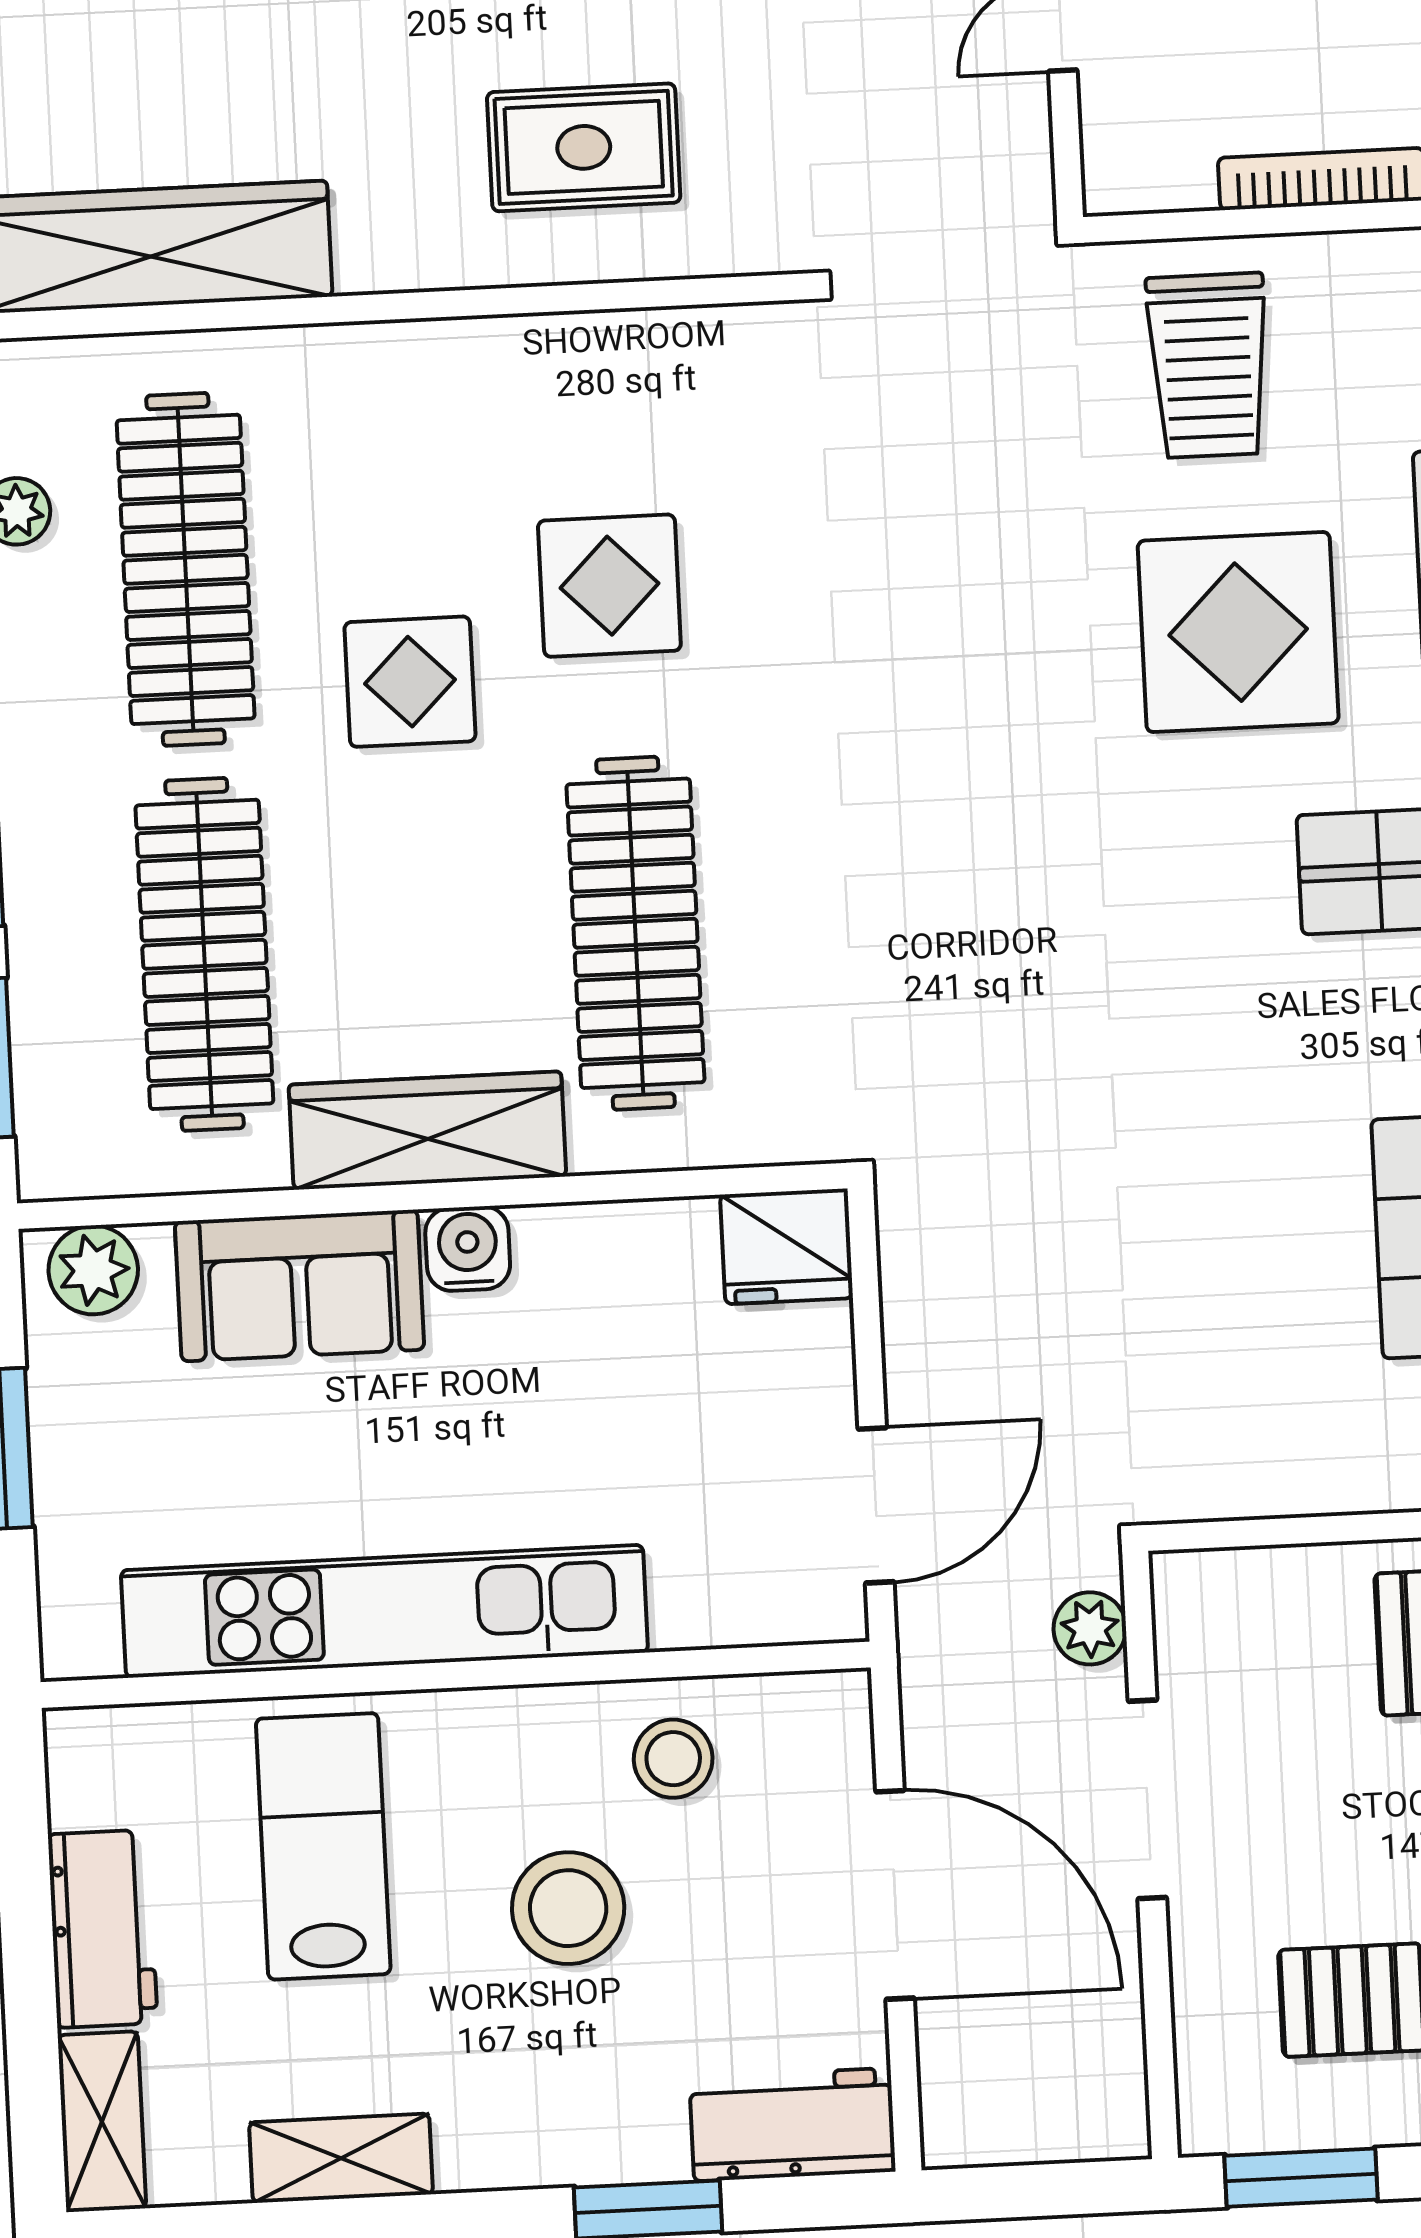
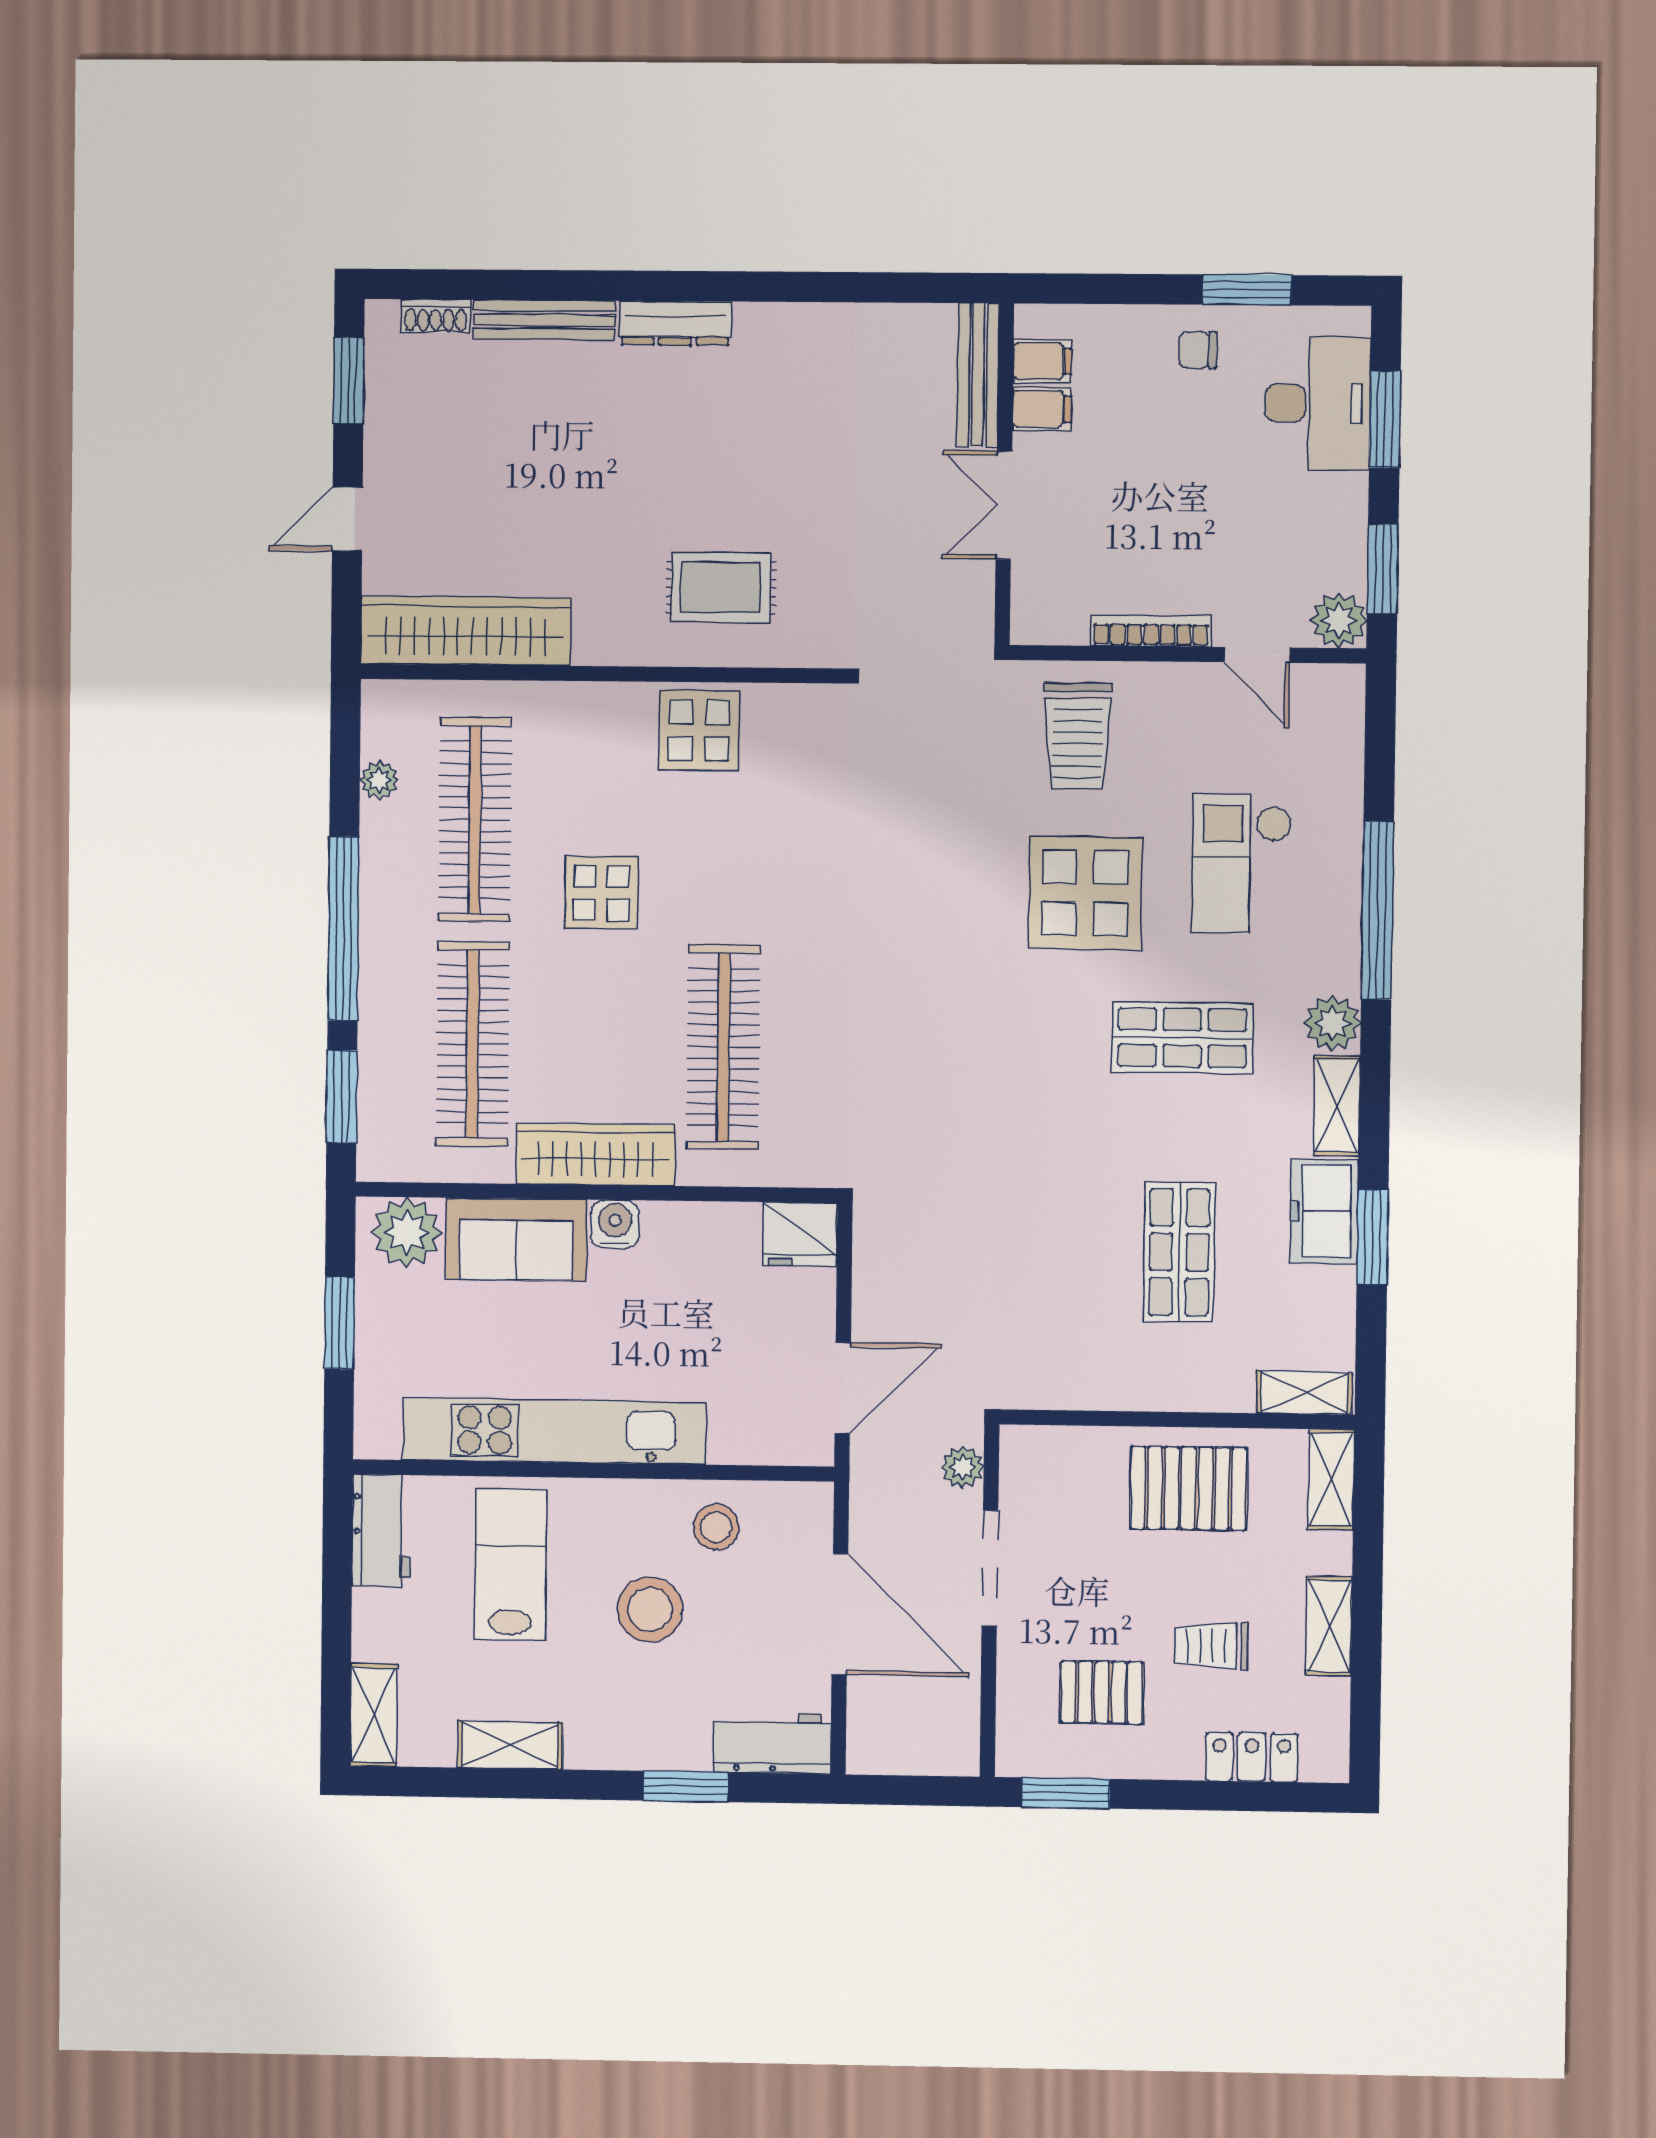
display table: (609, 586) -> (699, 730), moved
plant: (93, 1270) -> (407, 1233), width x1.36, depth x1.36
workbench: (103, 1929) -> (381, 1531), moved

